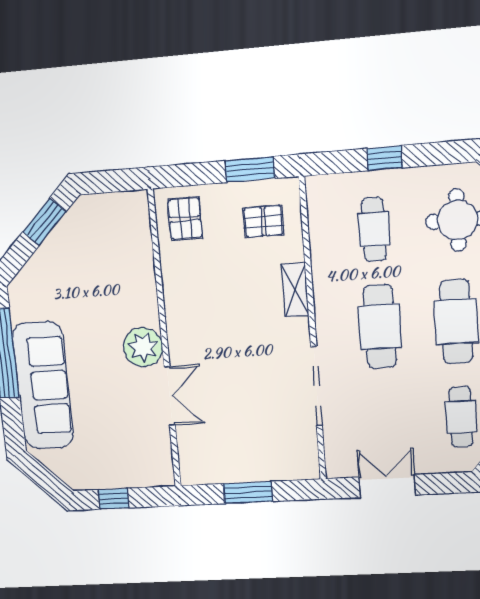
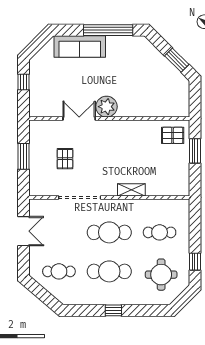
window: (385, 158) -> (195, 262), moved
window: (250, 169) -> (195, 151), moved
pallet: (263, 221) -> (65, 159), moved
sofa: (43, 385) -> (80, 46), width x0.74, depth x0.79
double door: (170, 396) -> (79, 119), swing flipped

